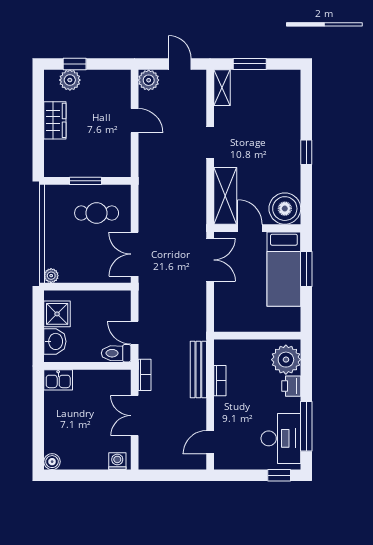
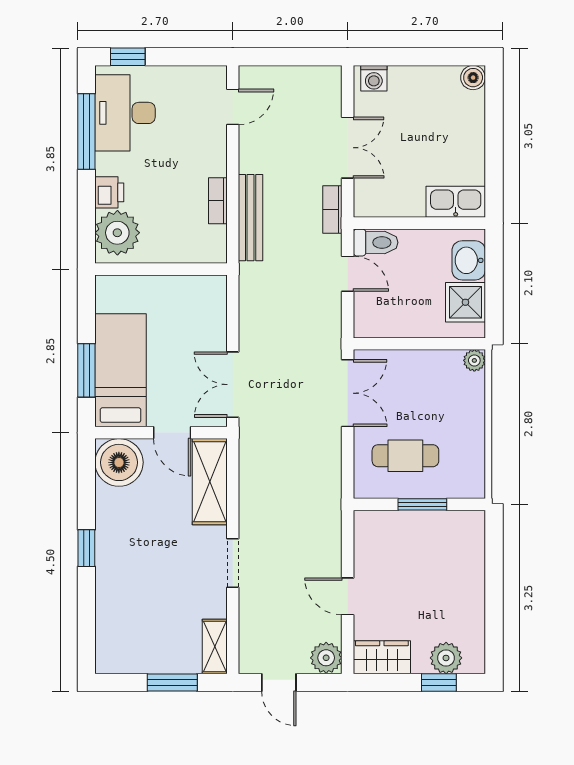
wardrobe: (55, 120) -> (382, 657), moved, turned 90
kitchen sink: (58, 380) -> (456, 202), width x1.38

